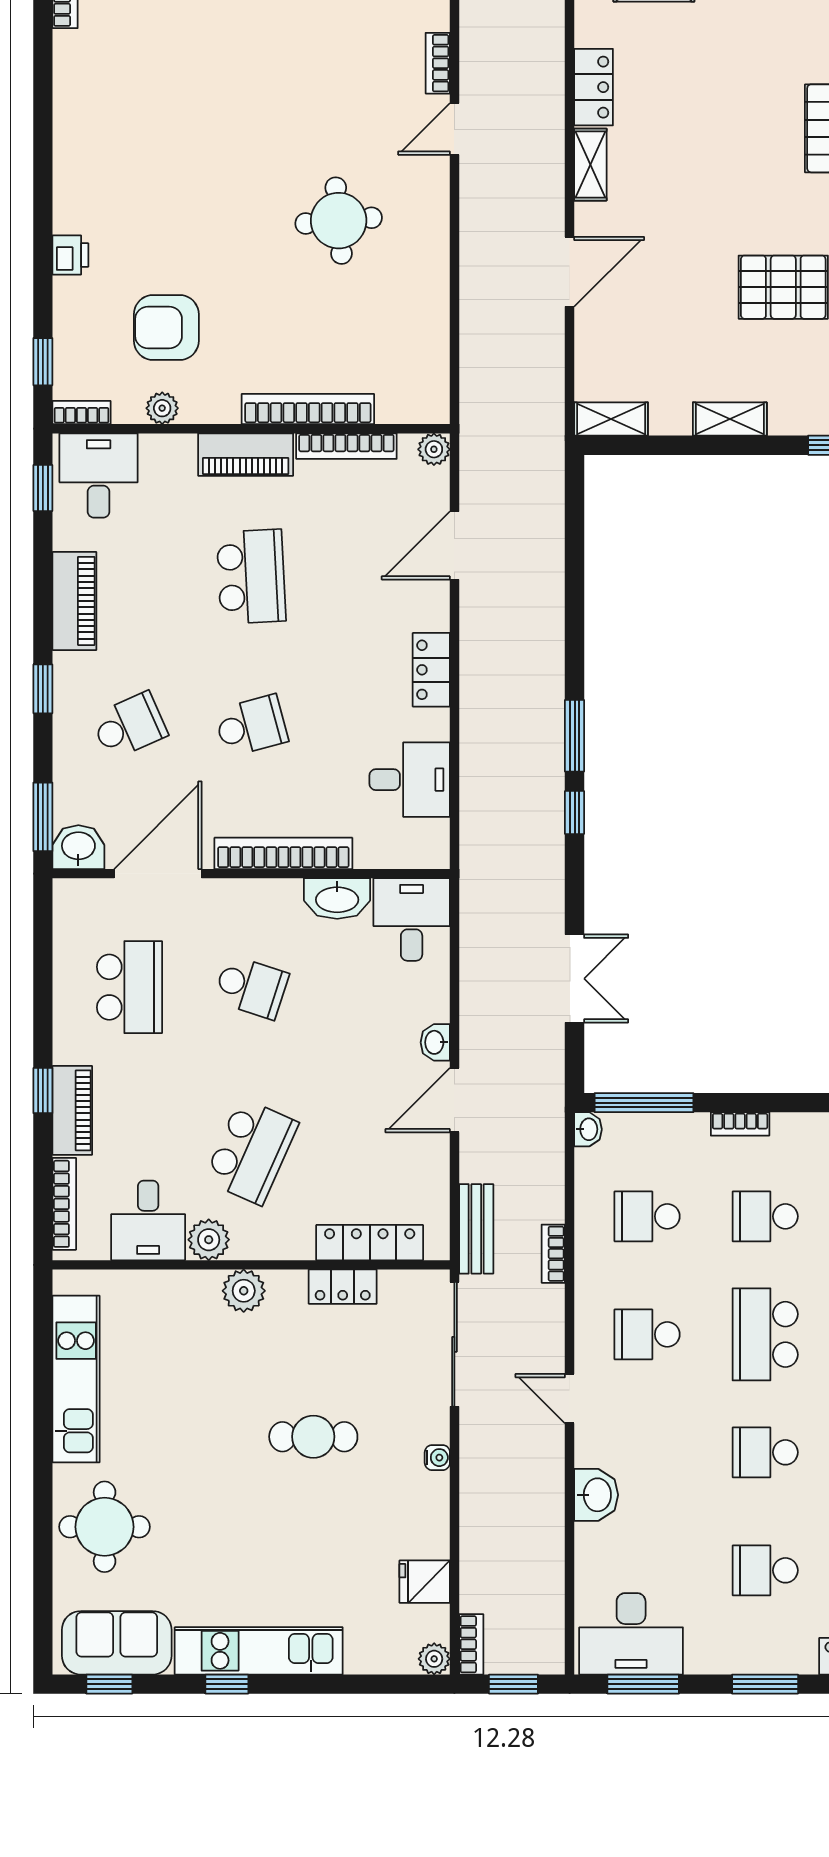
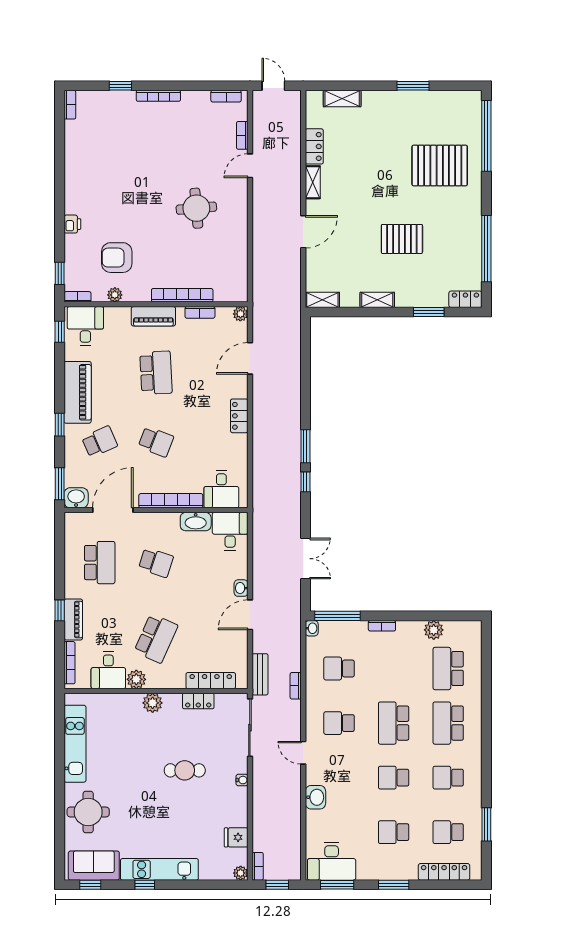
bookcase: (346, 446) -> (200, 312), width x0.64
piano: (74, 601) -> (78, 392), width x1.37, depth x1.33
school desk: (251, 726) -> (156, 442), turned 36
desk: (410, 780) -> (221, 489), moved, turned 90
school desk: (765, 1216) -> (394, 669), removed

